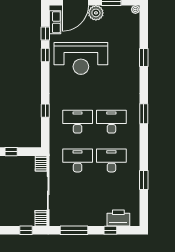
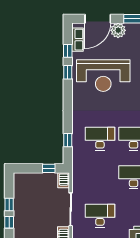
window: (45, 111) -> (68, 140), moved
window: (11, 152) -> (49, 168), moved
desk: (78, 160) -> (100, 216), moved

